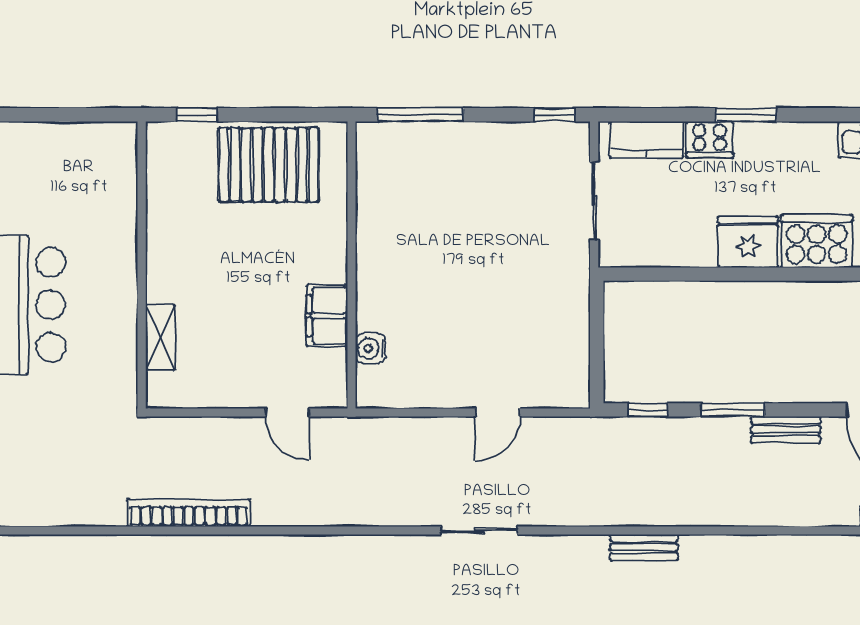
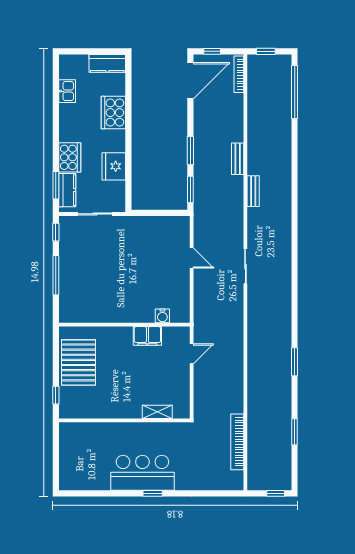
window: (420, 115) -> (56, 275), moved
window: (746, 115) -> (56, 185), moved
cooker: (710, 140) -> (70, 157), width x1.37, depth x1.31
fridge: (748, 242) -> (114, 166), moved
window: (648, 410) -> (190, 190), width x1.50
bench: (786, 430) -> (238, 159), moved
bookcase: (189, 513) -> (237, 442), moved

